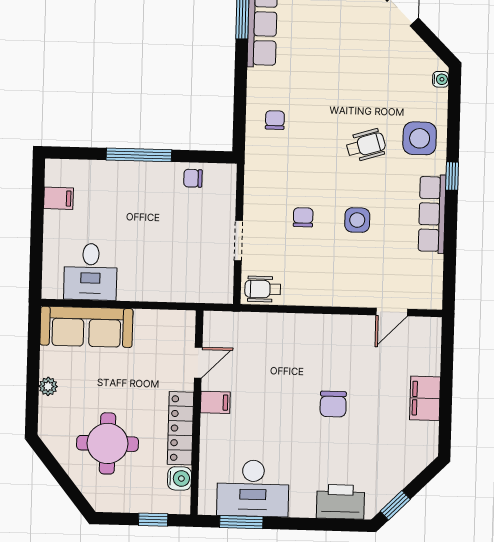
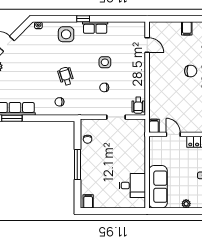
wheelchair: (366, 145) -> (66, 76), moved
filing cabinet: (58, 198) -> (88, 201), moved
row of seats: (432, 214) -> (95, 28), width x0.68
filing cabinet: (425, 398) -> (187, 28), width x0.50
filing cabinet: (215, 402) -> (154, 126), moved

